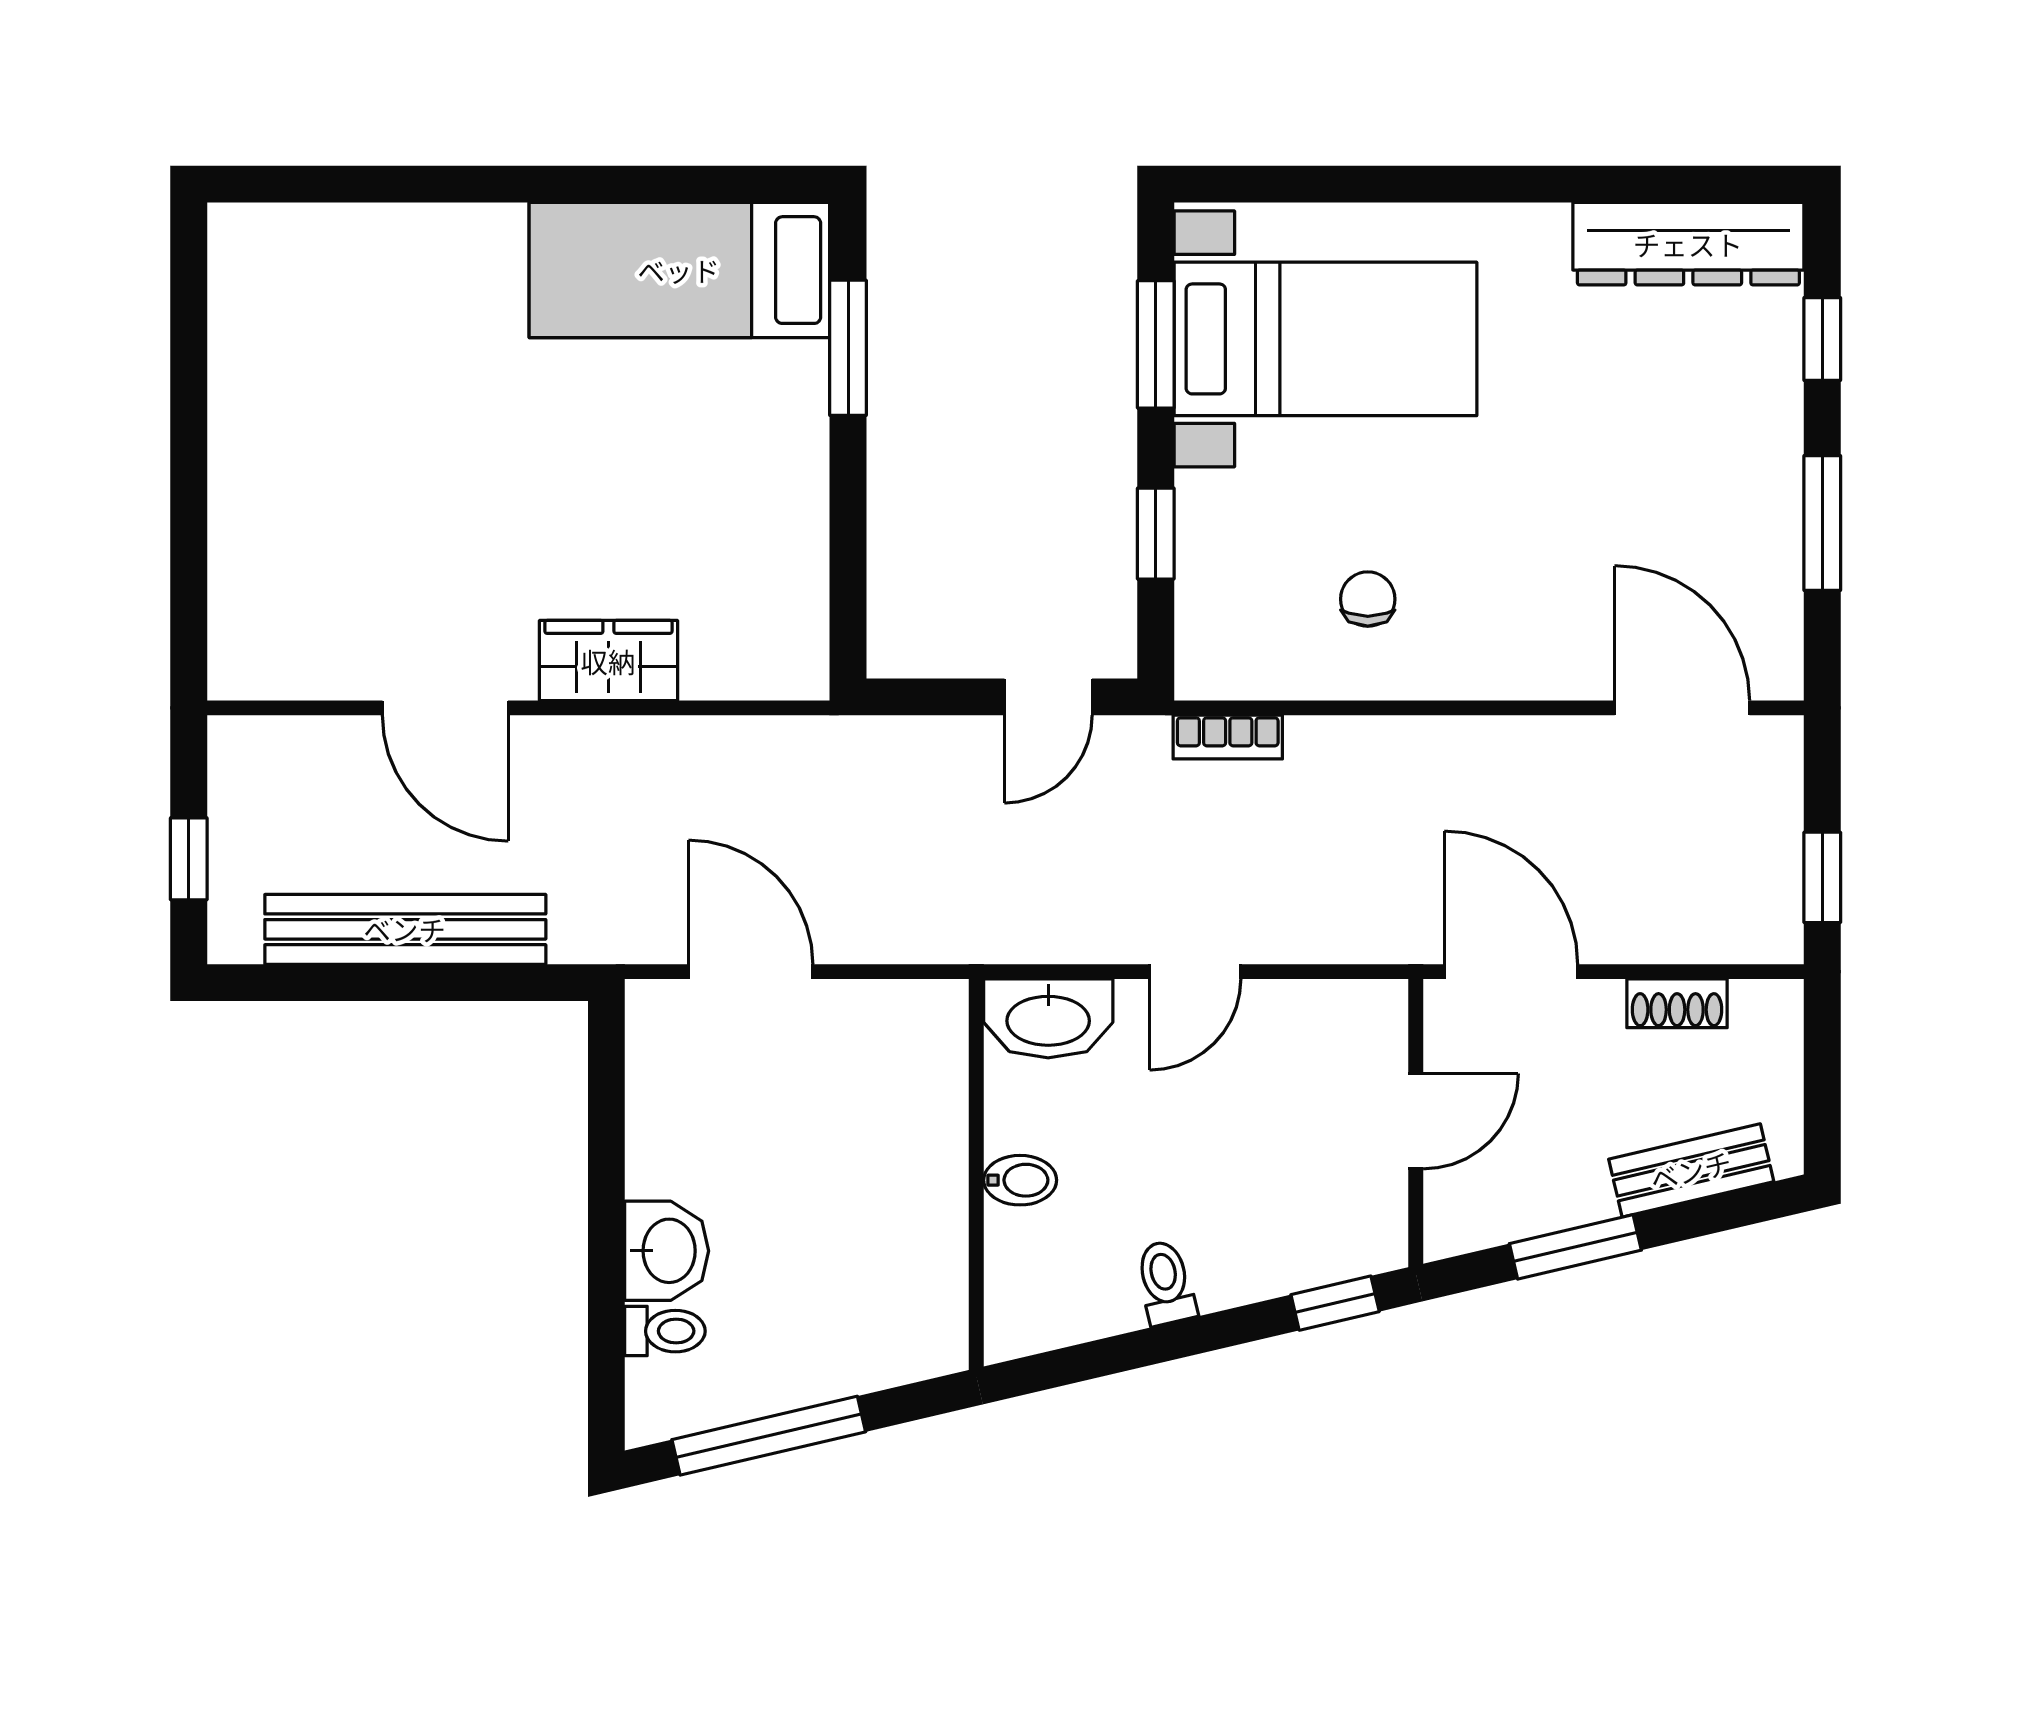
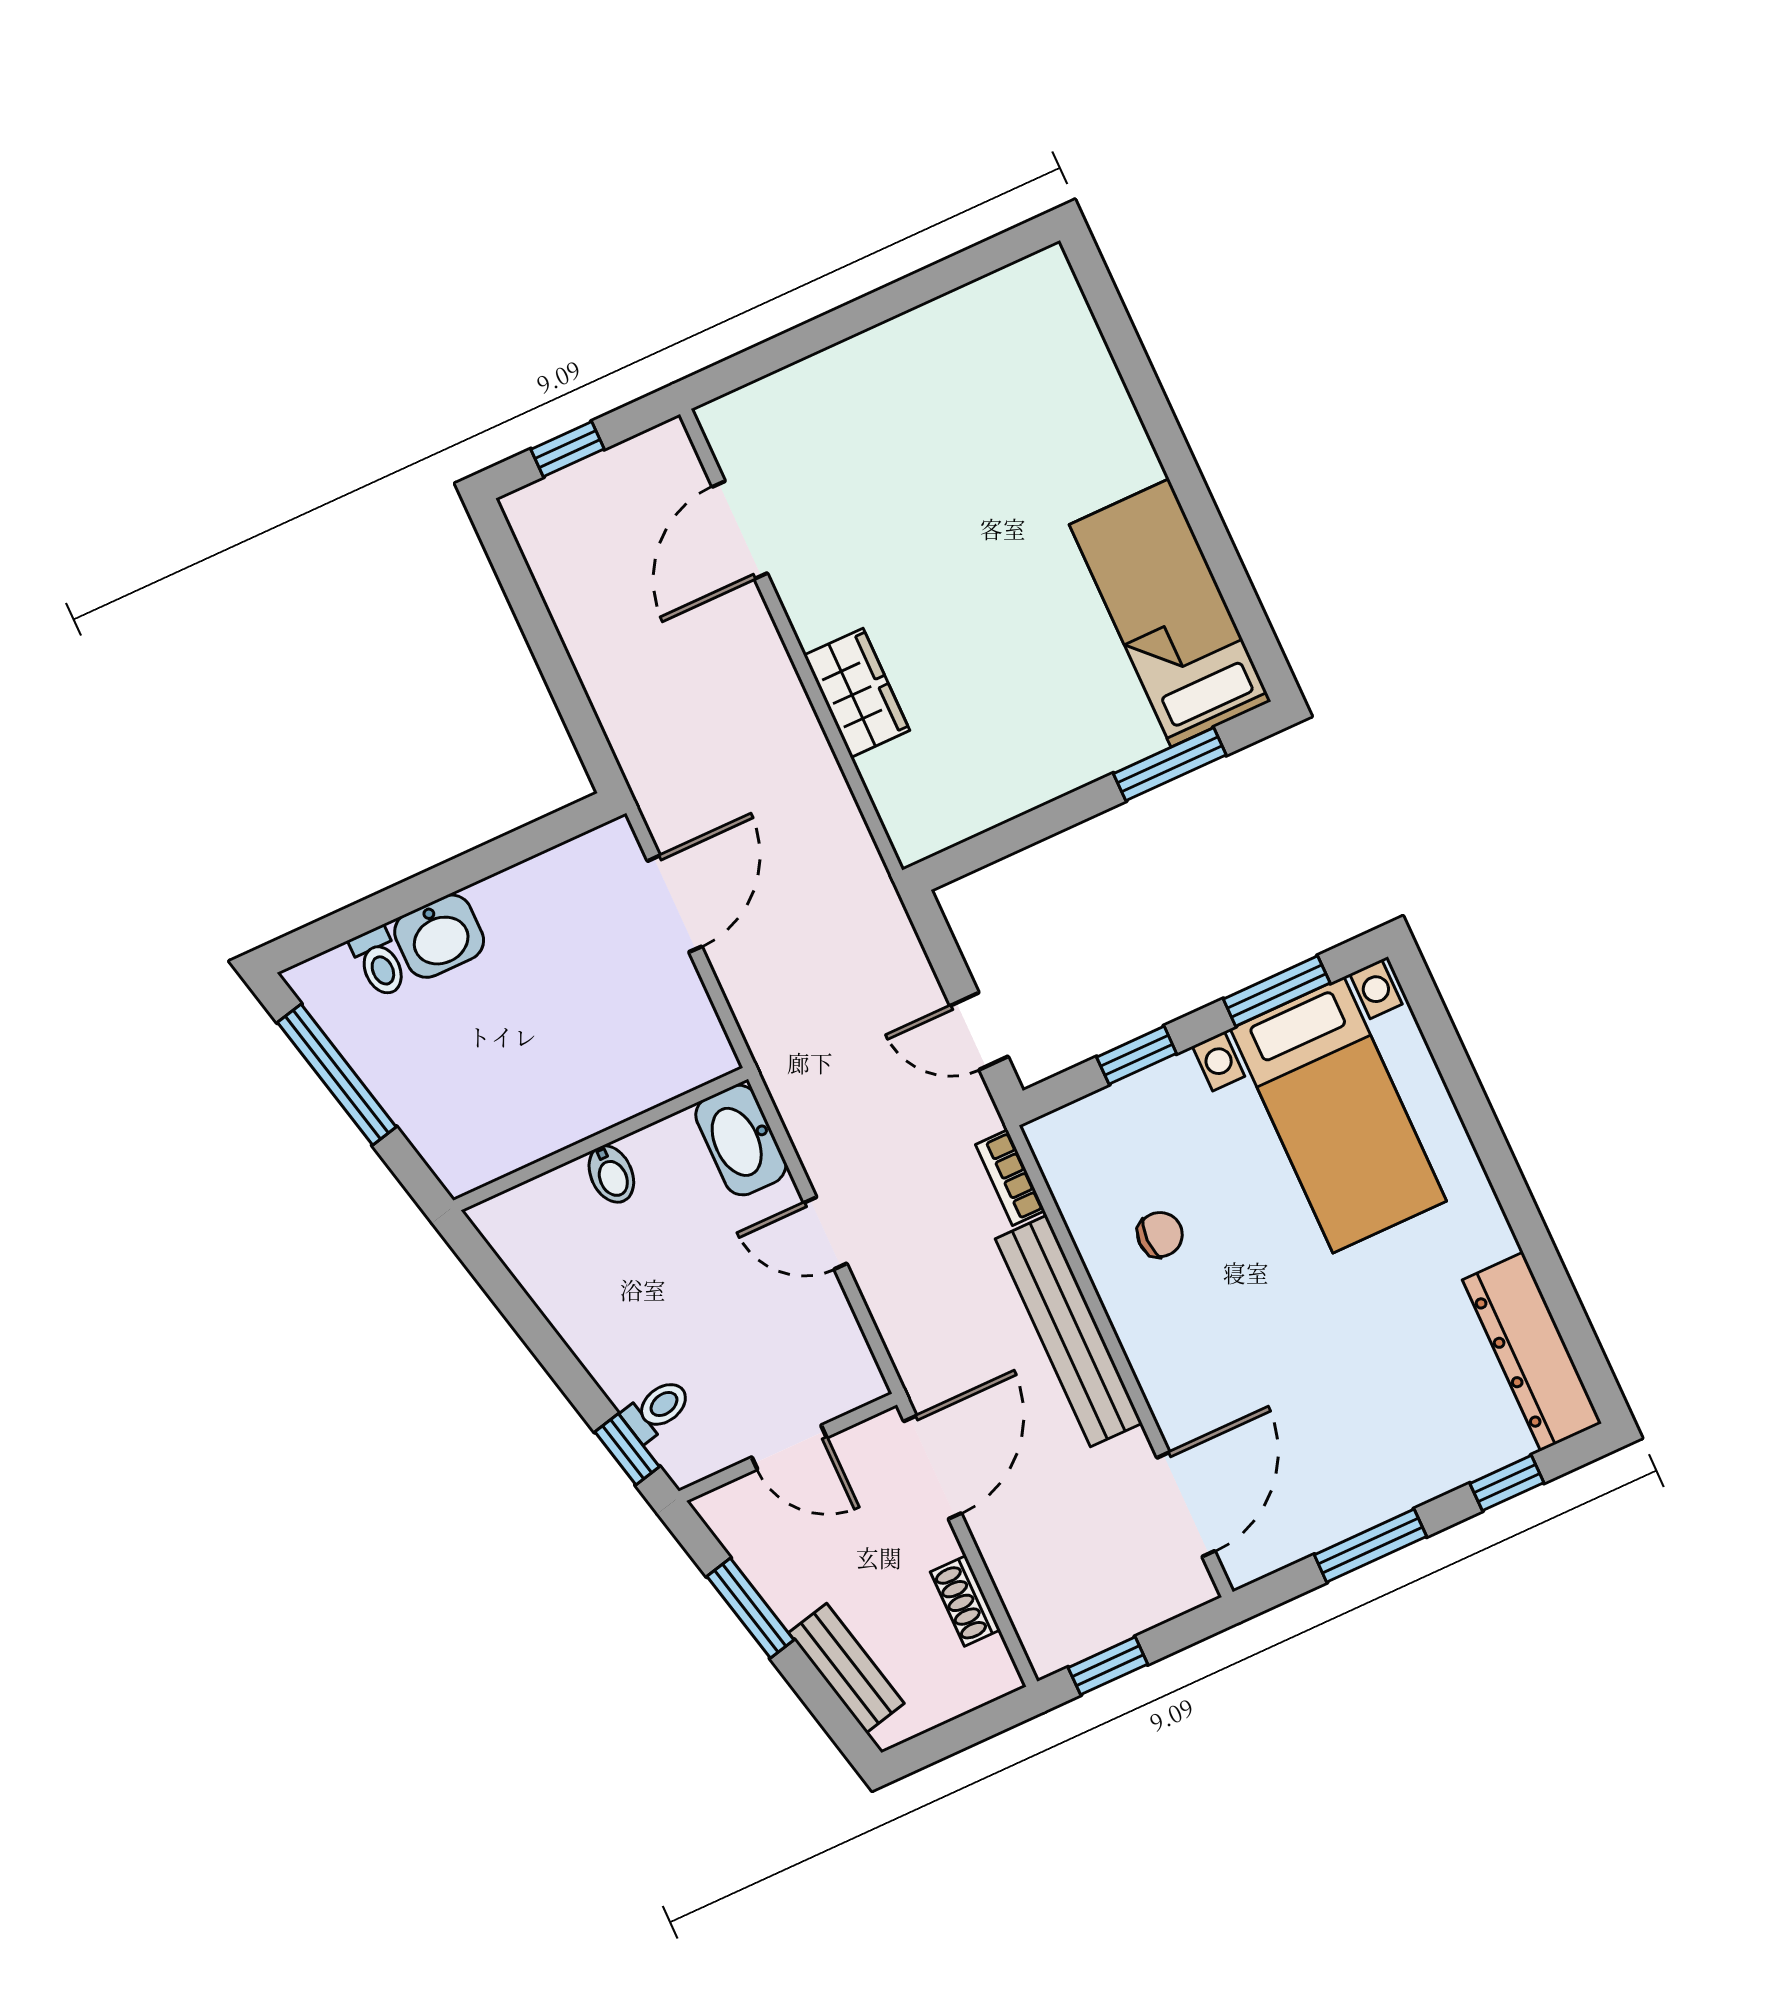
door: (445, 708) -> (740, 530), moved
bench: (405, 929) -> (1069, 1331), moved
toilet: (1166, 1283) -> (657, 1410), moved

